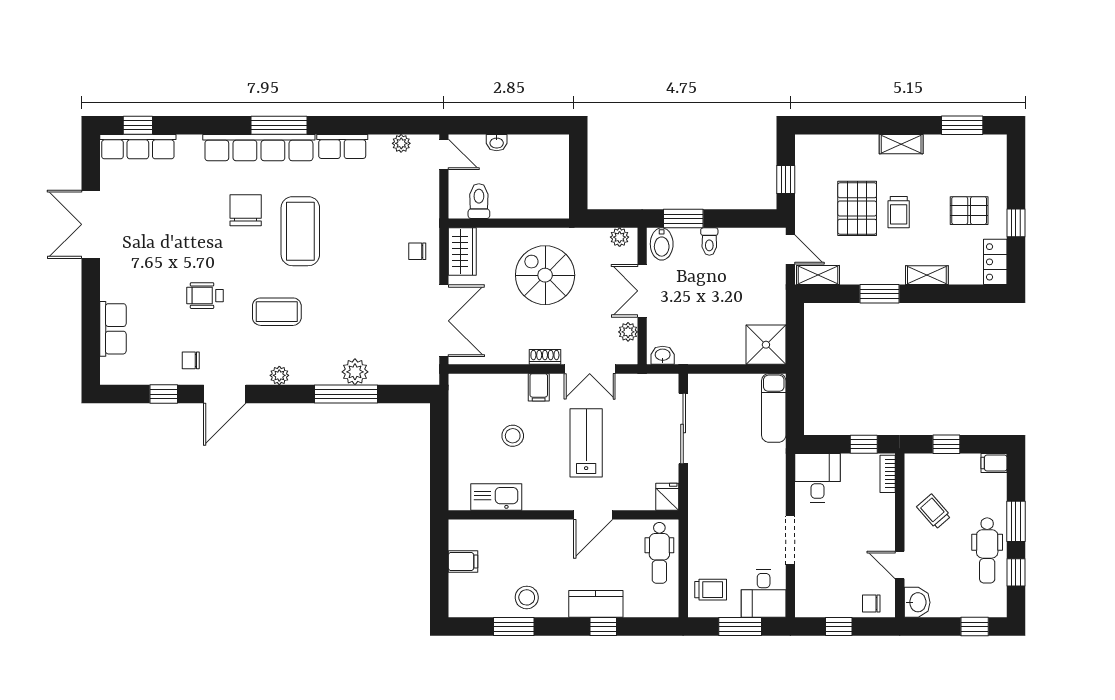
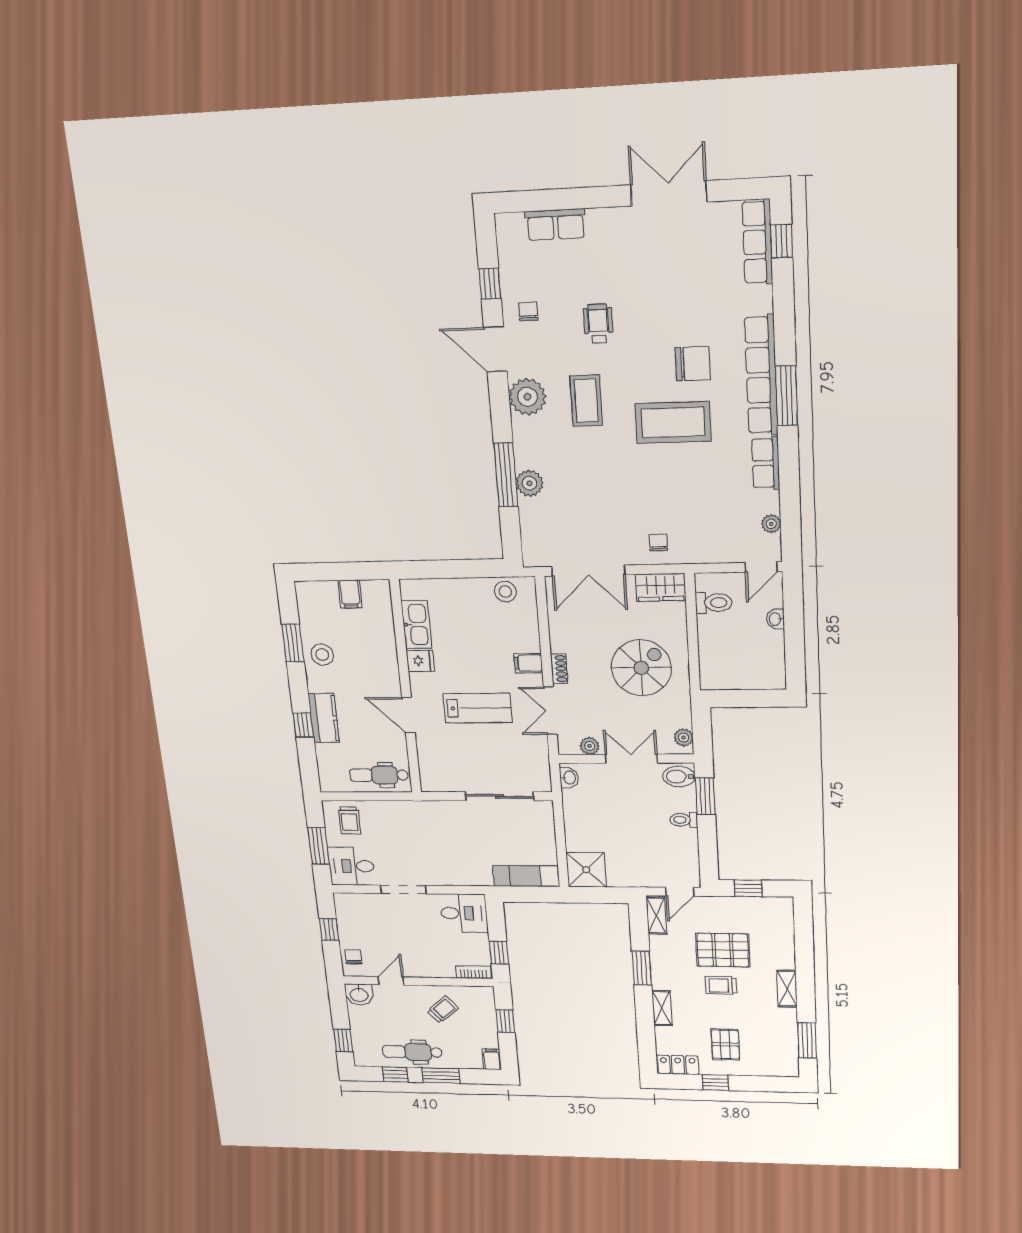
plant: (279, 375) -> (527, 397), width x1.87, depth x1.87
stool: (513, 436) -> (505, 592), moved
fridge: (667, 497) -> (420, 661), moved

